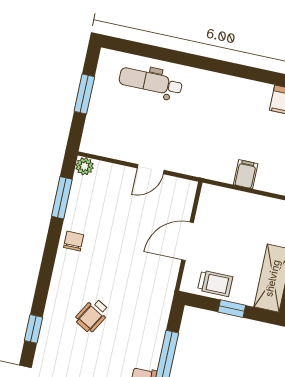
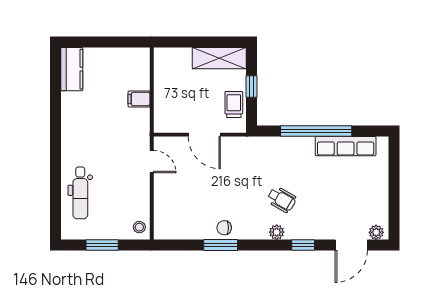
stool: (96, 142) -> (139, 227), added
plant: (84, 166) -> (277, 232), moved
door: (151, 169) -> (152, 162), moved
window: (62, 198) -> (221, 245), moved

